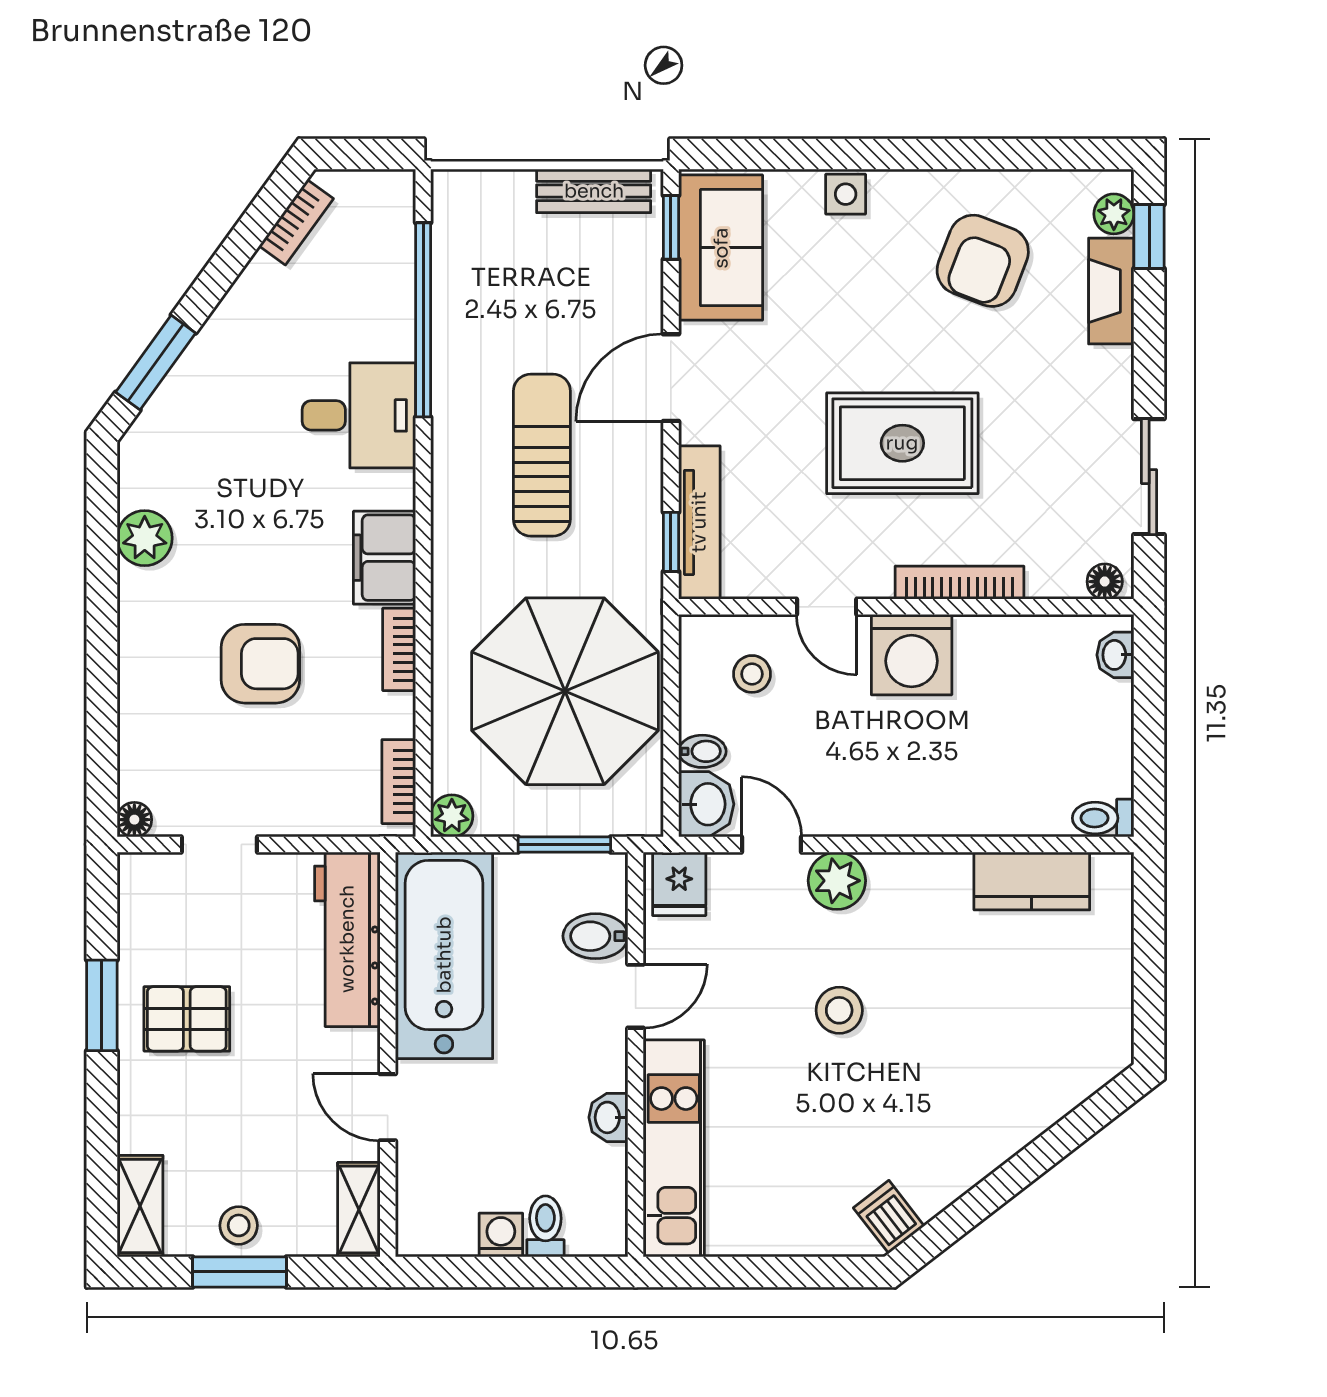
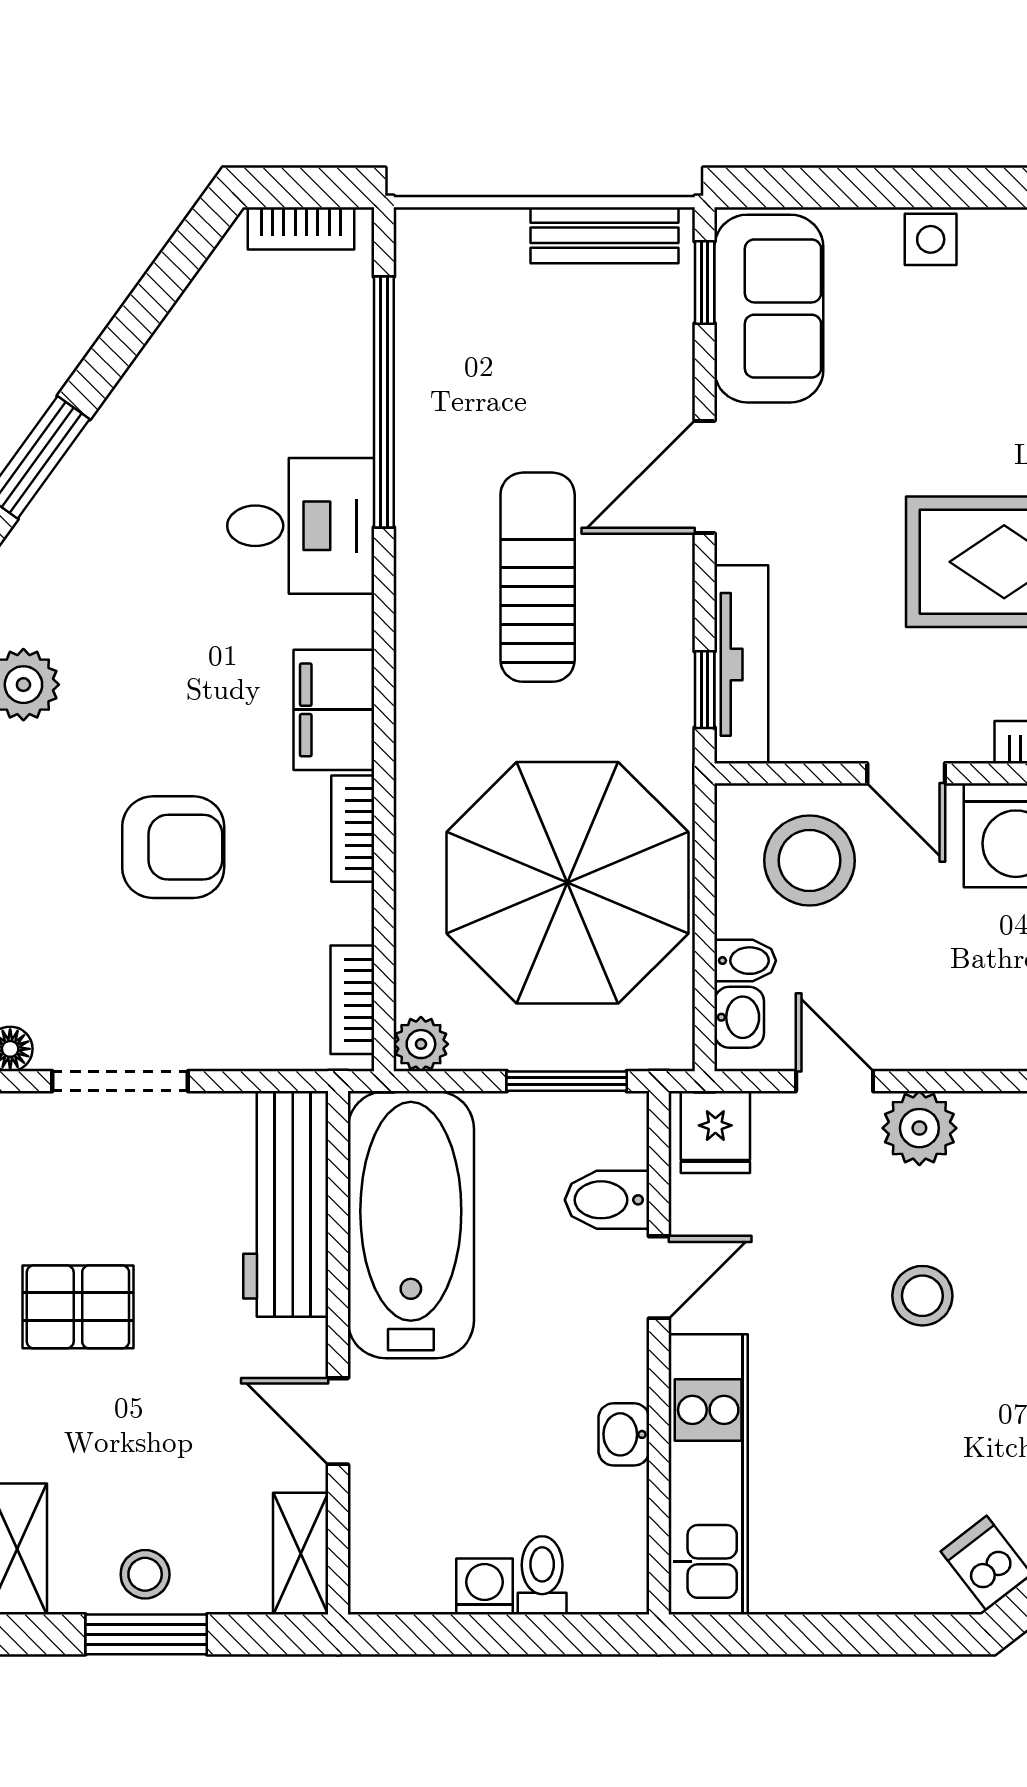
bookcase: (296, 222) -> (301, 228), moved, turned 54
stool: (752, 674) -> (810, 860), width x1.89, depth x1.89
washbasin: (706, 804) -> (739, 1017), width x0.72, depth x0.69
doorway: (219, 844) -> (120, 1081), width x1.38

